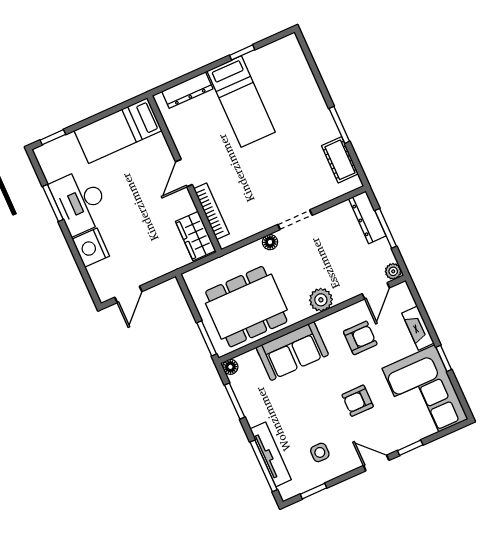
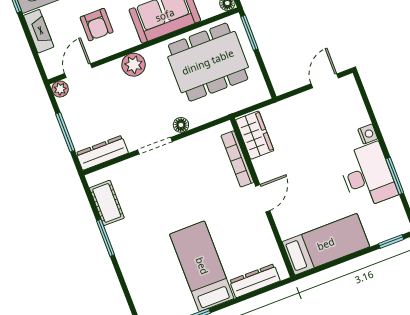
dresser: (367, 217) -> (102, 153), moved, turned -90
nightstand: (91, 248) -> (368, 134), width x0.53, depth x0.56
armchair: (360, 338) -> (97, 25), turned -90

